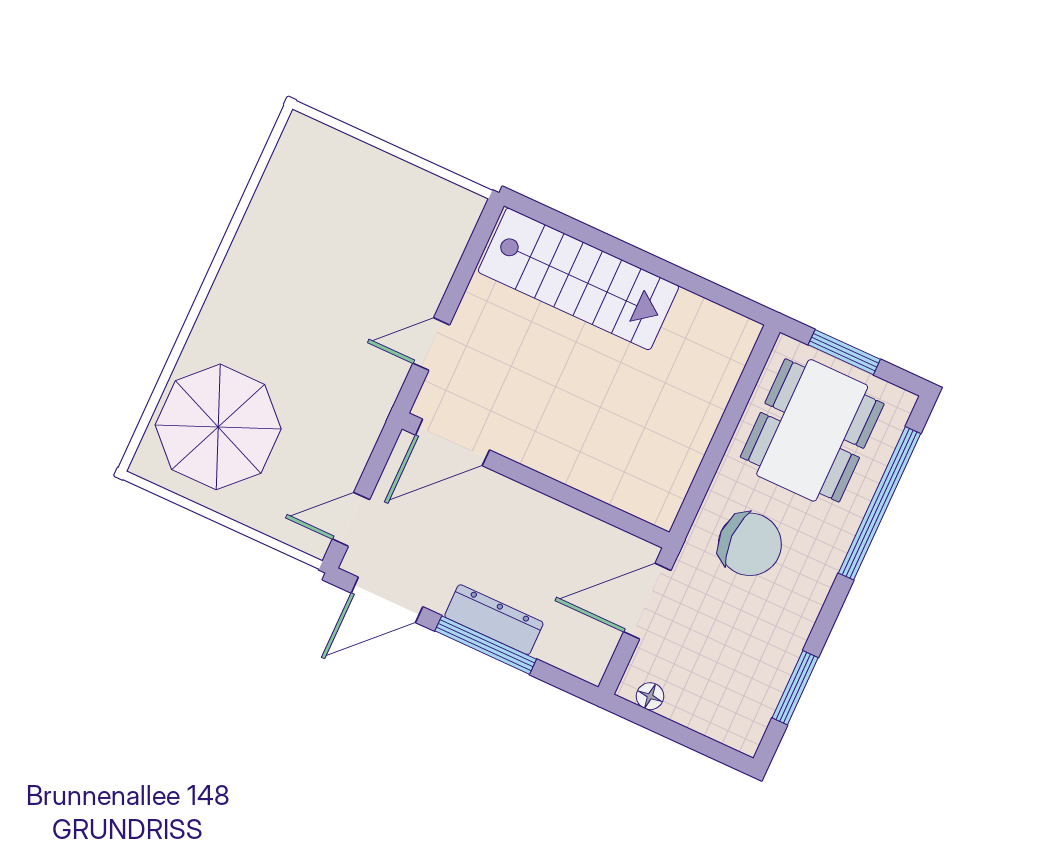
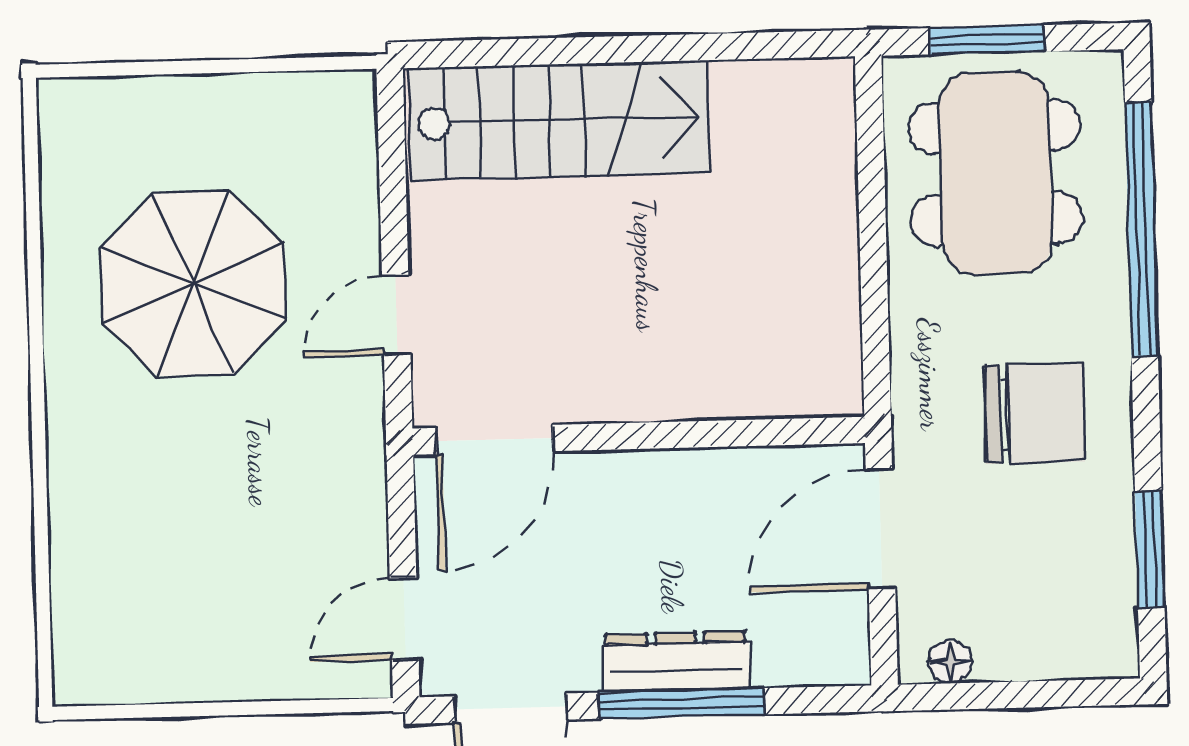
parasol: (218, 427) -> (193, 284), moved
chair: (750, 544) -> (1034, 413), moved

